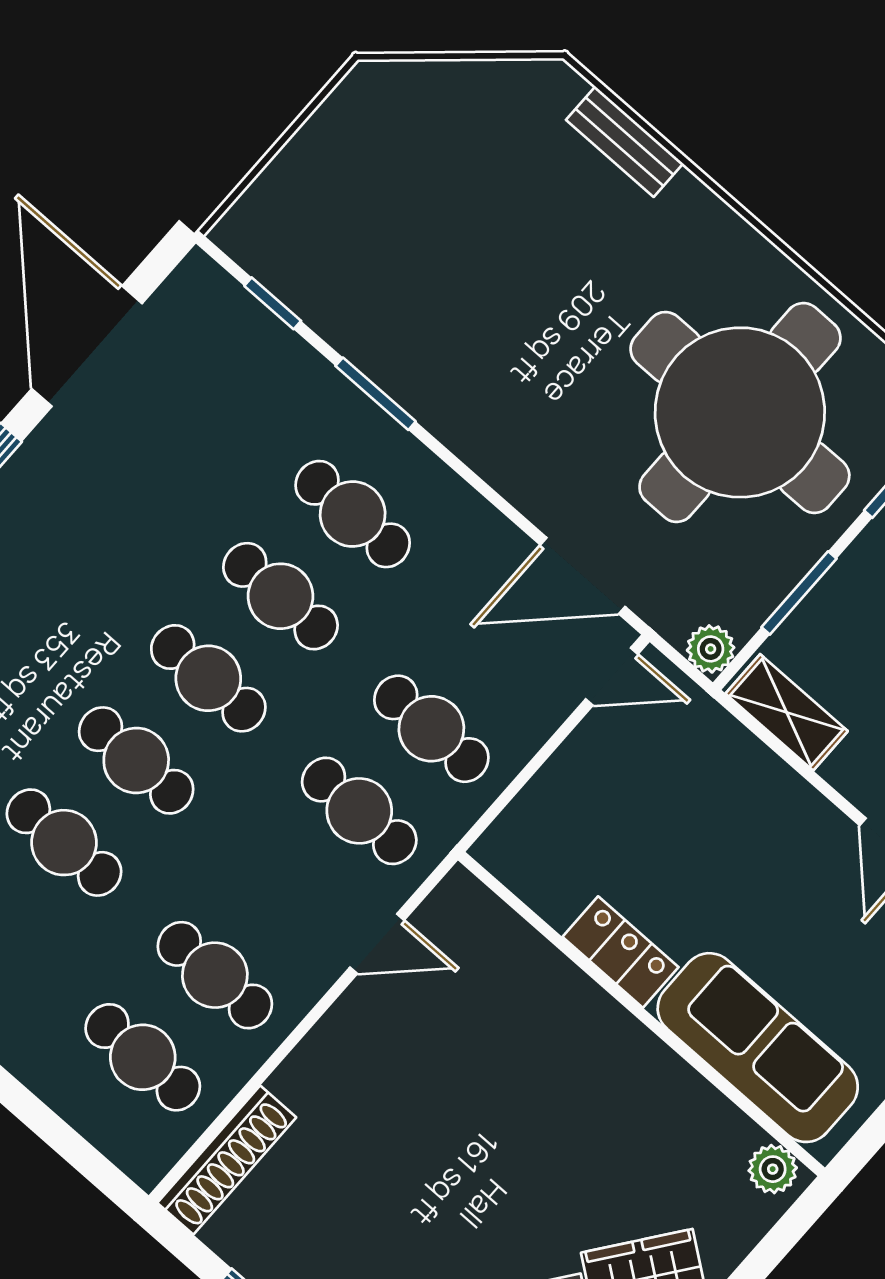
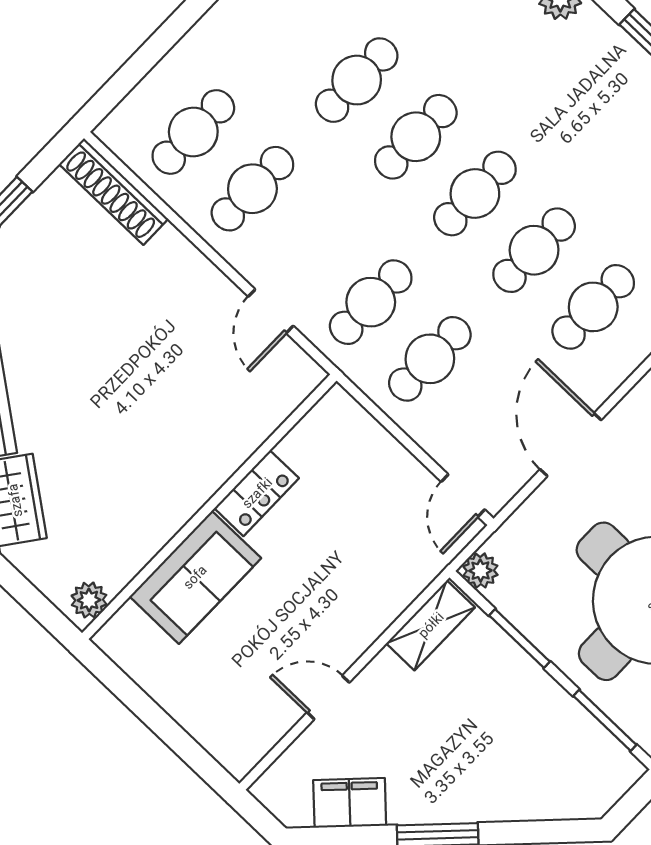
door: (583, 576) -> (571, 445), moved
sofa: (758, 1048) -> (195, 577), width x0.73

